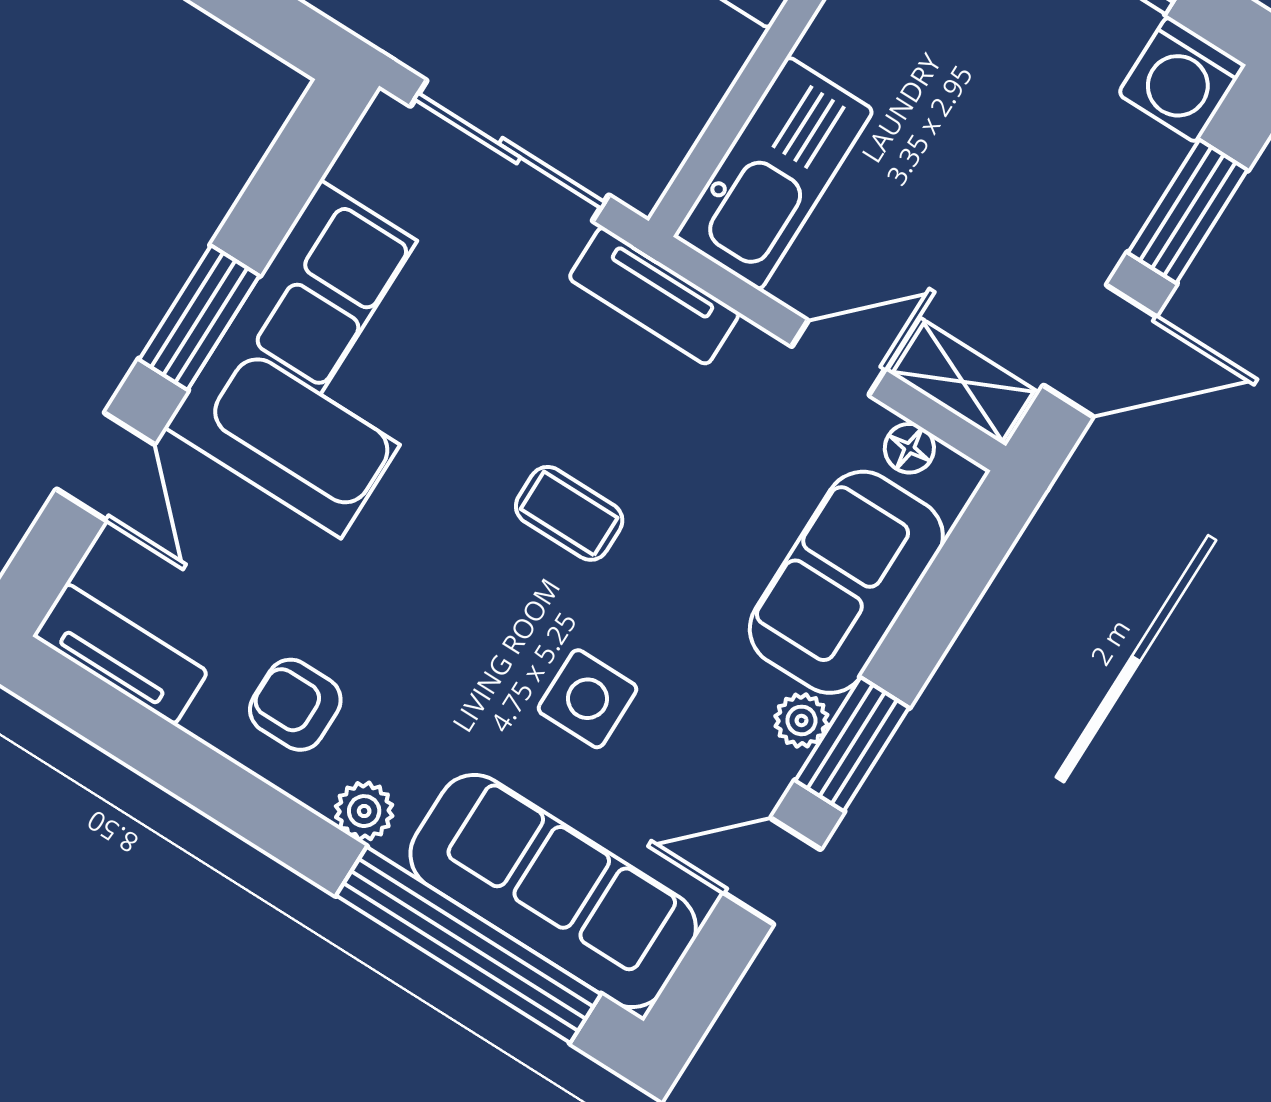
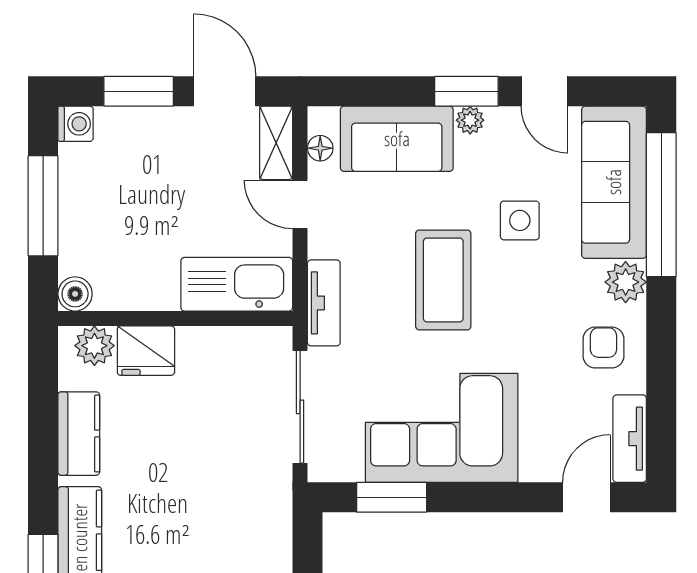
washing machine: (1182, 79) -> (76, 124), width x0.73, depth x0.73
window: (199, 318) -> (392, 497), moved
door: (105, 467) -> (586, 497), moved
coffee table: (569, 513) -> (443, 280), width x1.86, depth x1.72
armchair: (295, 705) -> (603, 347), turned 180
plant: (364, 811) -> (626, 282), width x1.38, depth x1.38

